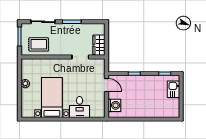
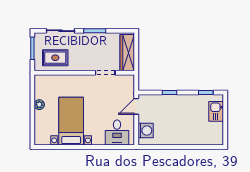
wardrobe: (99, 45) -> (127, 53), width x1.50
door: (107, 85) -> (136, 106), swing flipped
desk: (80, 107) -> (117, 132), moved

